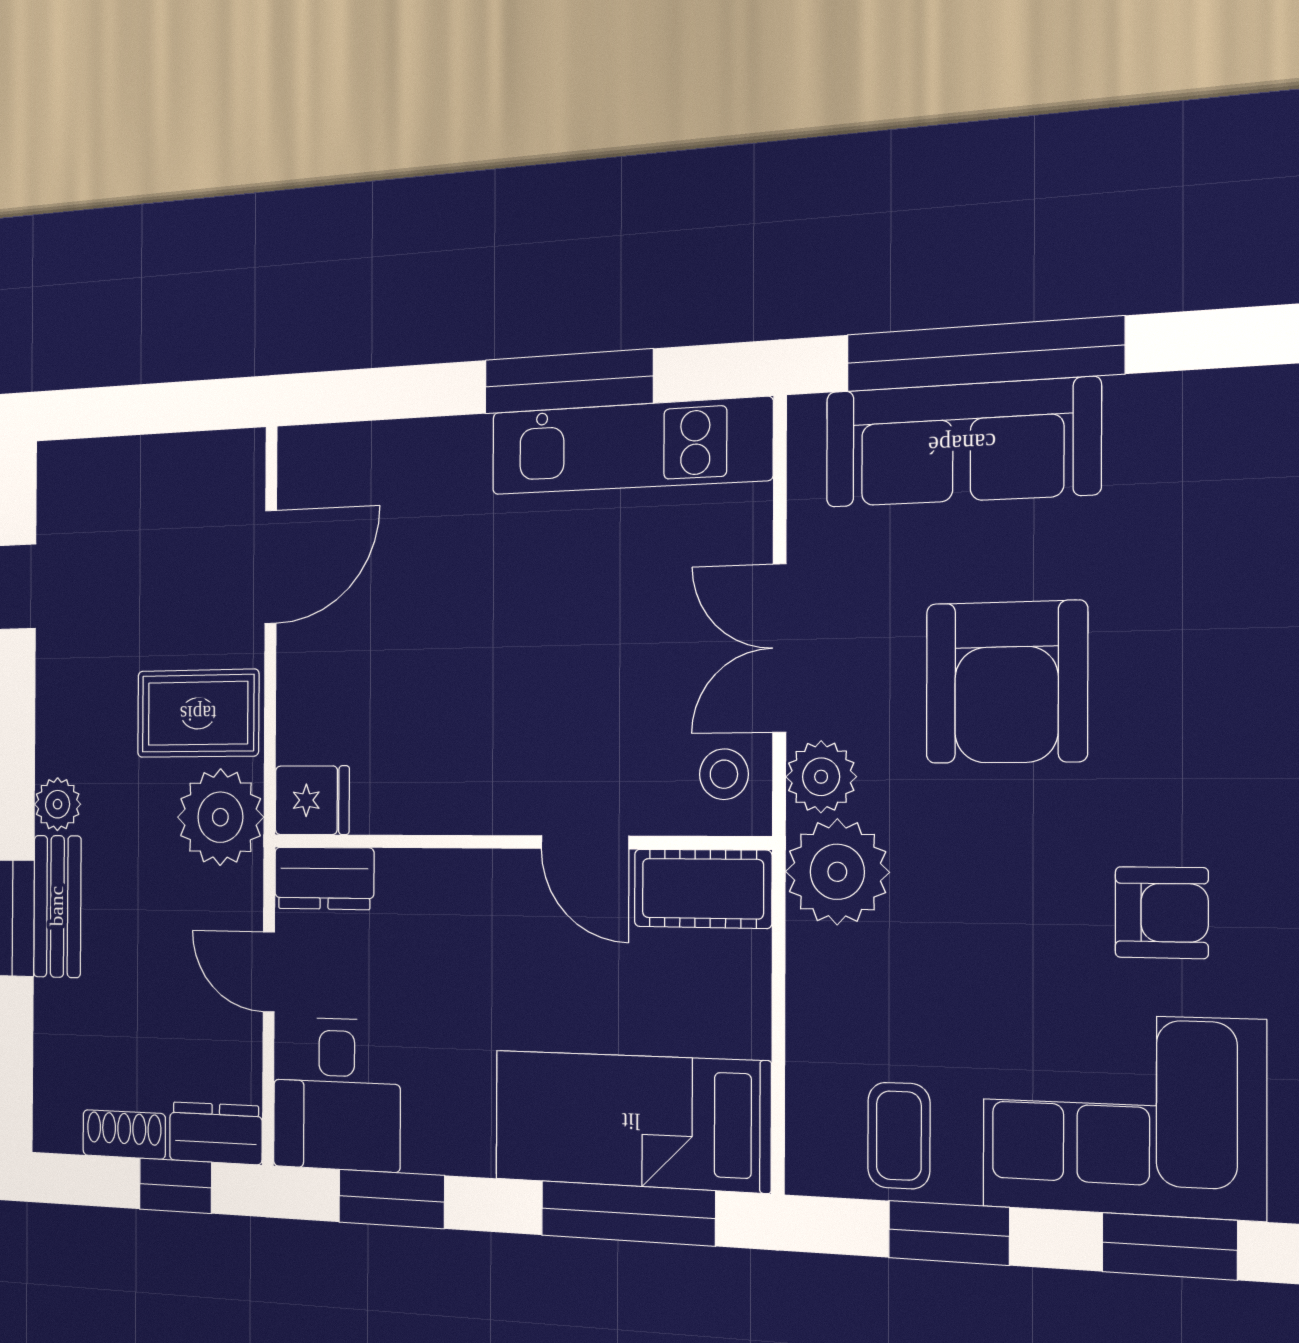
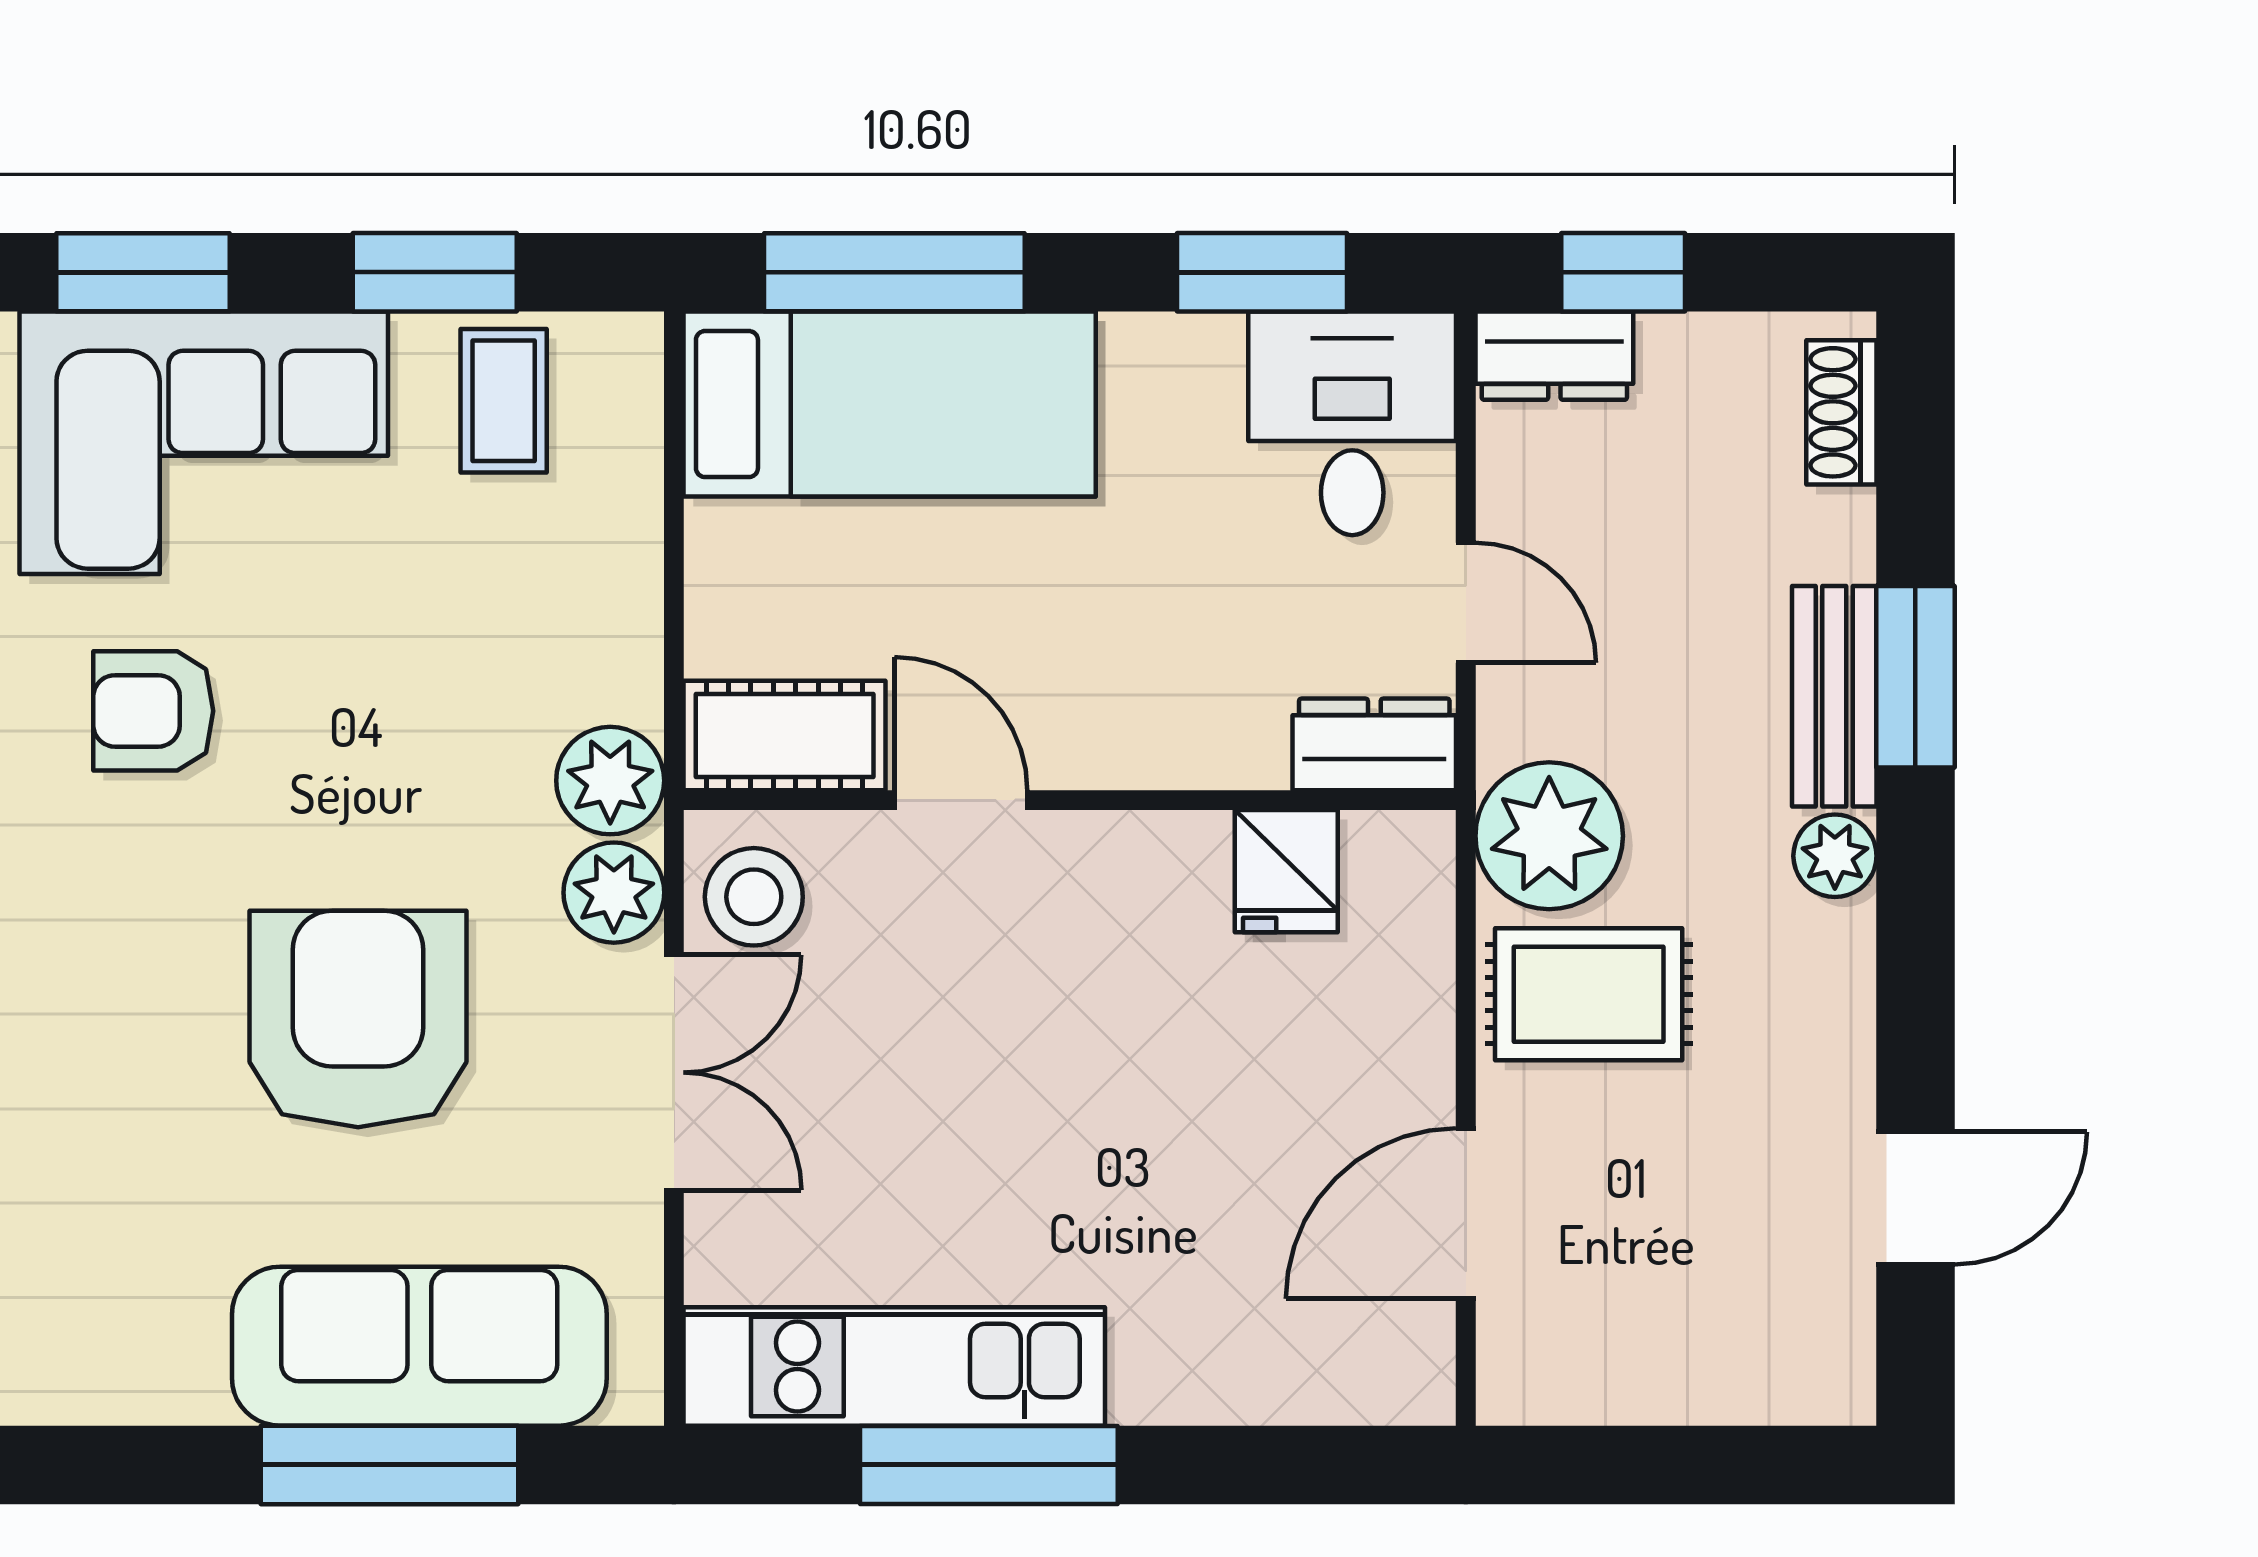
window: (984, 354) -> (390, 1465), width x0.68
stool: (724, 774) -> (754, 897), width x1.37, depth x1.37
fridge: (312, 800) -> (1286, 871), moved, turned -90
plant: (837, 872) -> (610, 781), width x0.73, depth x0.73
shoe rack: (124, 1134) -> (1841, 412), moved, turned 90

